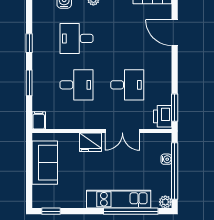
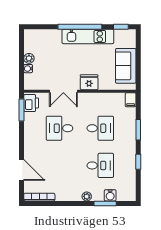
desk: (77, 85) -> (100, 128), turned 180
double door: (122, 131) -> (63, 91), swing flipped
window: (175, 171) -> (22, 59), removed
kitchen unit: (119, 199) -> (88, 37), moved
plant: (165, 202) -> (29, 58), moved
window: (131, 211) -> (80, 27), moved

